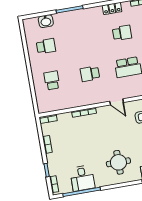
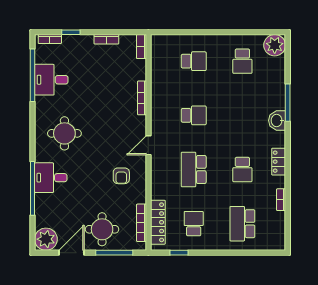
washbasin: (46, 21) -> (277, 120), moved
plant: (31, 26) -> (275, 45), added
school desk: (90, 74) -> (194, 115), turned 90

